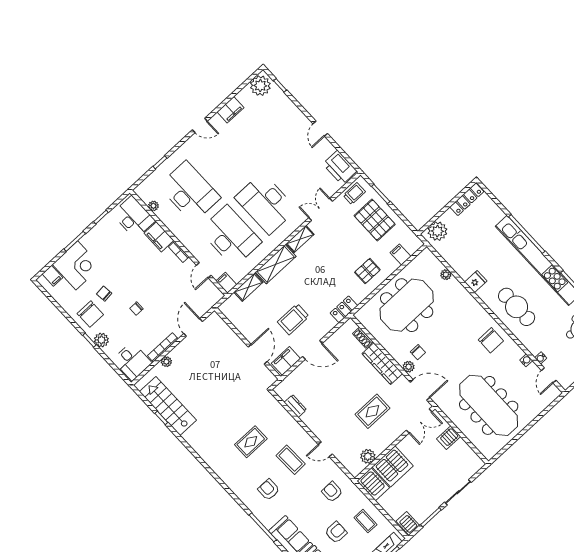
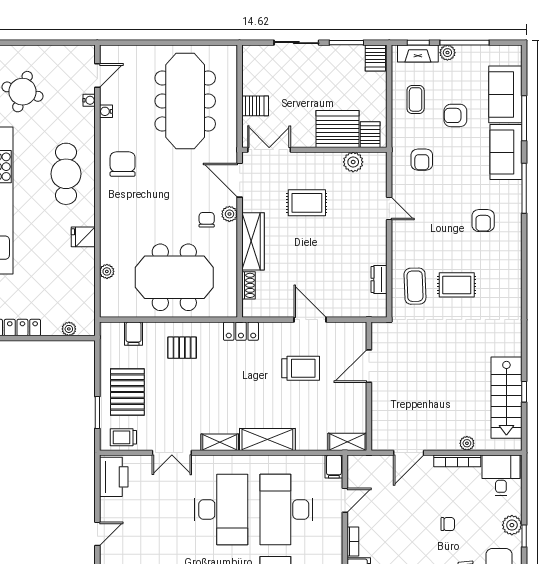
plant: (437, 231) -> (69, 329), width x0.53, depth x0.53
shelving: (248, 287) -> (347, 442), moved
filing cabinet: (286, 361) -> (347, 333), removed
coffee table: (291, 460) -> (415, 286), moved
server rack: (373, 484) -> (370, 135), width x0.73, depth x0.70

